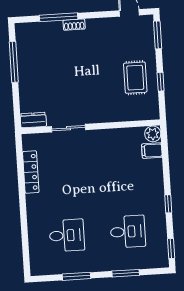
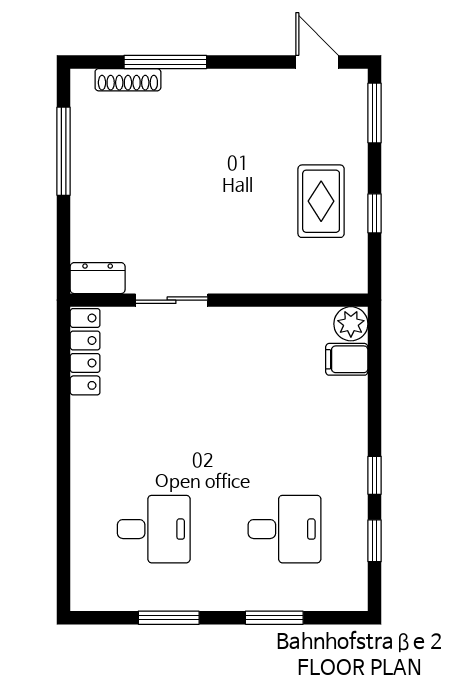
shoe rack: (74, 25) -> (128, 80), moved, width x1.43
locker: (31, 172) -> (85, 352), moved
window: (171, 249) -> (375, 541), moved

